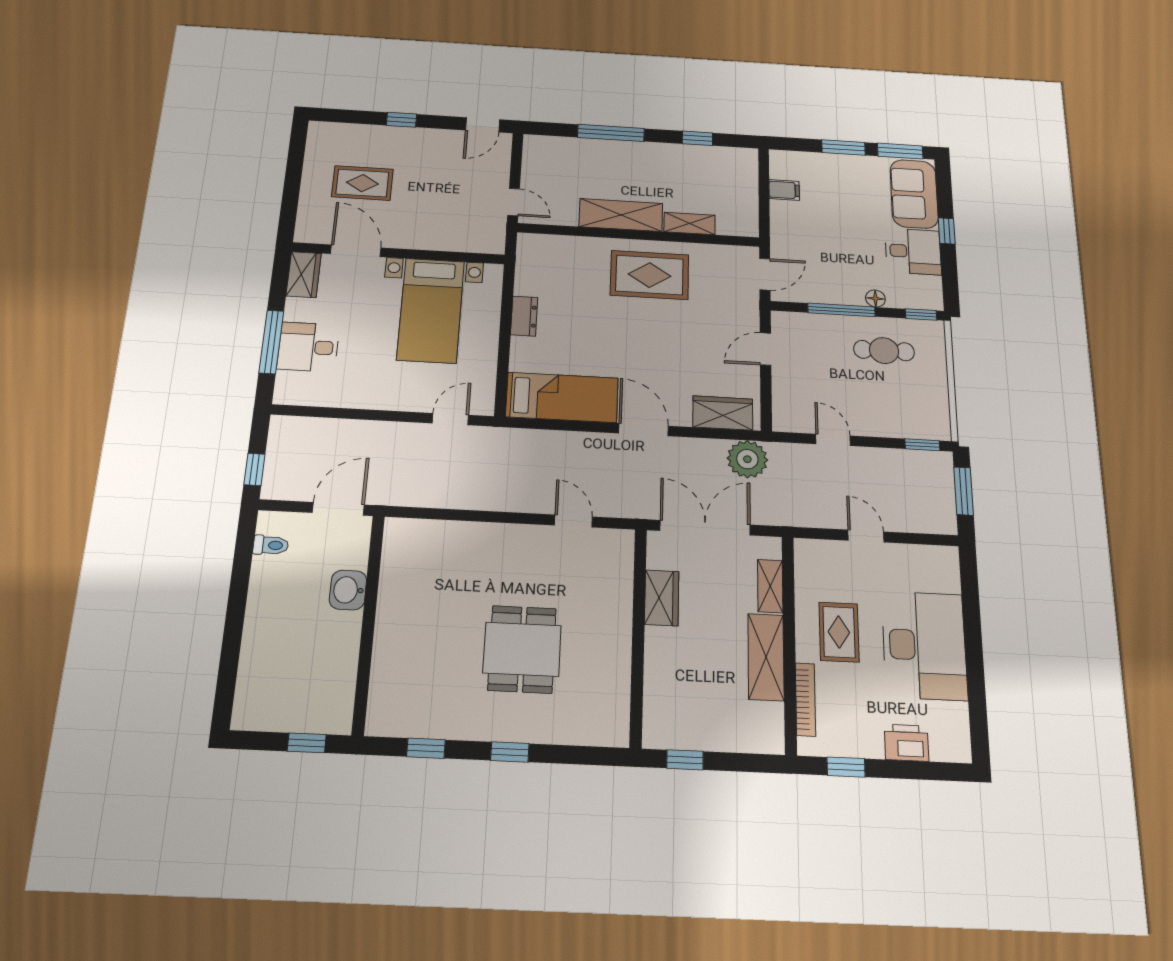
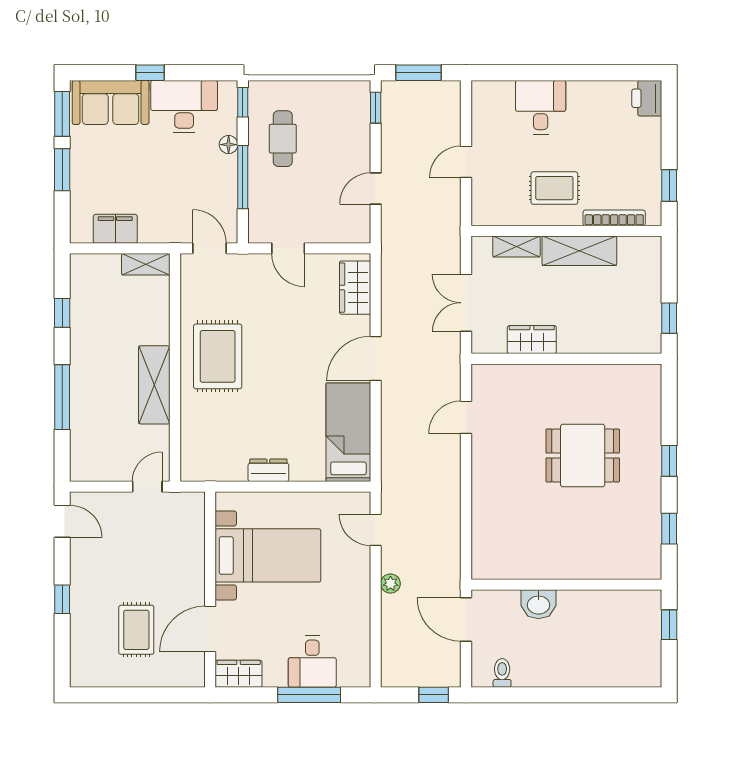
filing cabinet: (784, 190) -> (115, 229), width x2.00
shelving: (690, 224) -> (146, 264), moved, turned 90
desk: (913, 251) -> (184, 106), width x1.37
plant: (747, 459) -> (390, 584), moved, width x0.53, depth x0.53
double door: (705, 528) -> (466, 303), width x0.73
desk: (924, 645) -> (541, 107), width x0.53, depth x0.77
printer: (906, 743) -> (647, 98), moved

